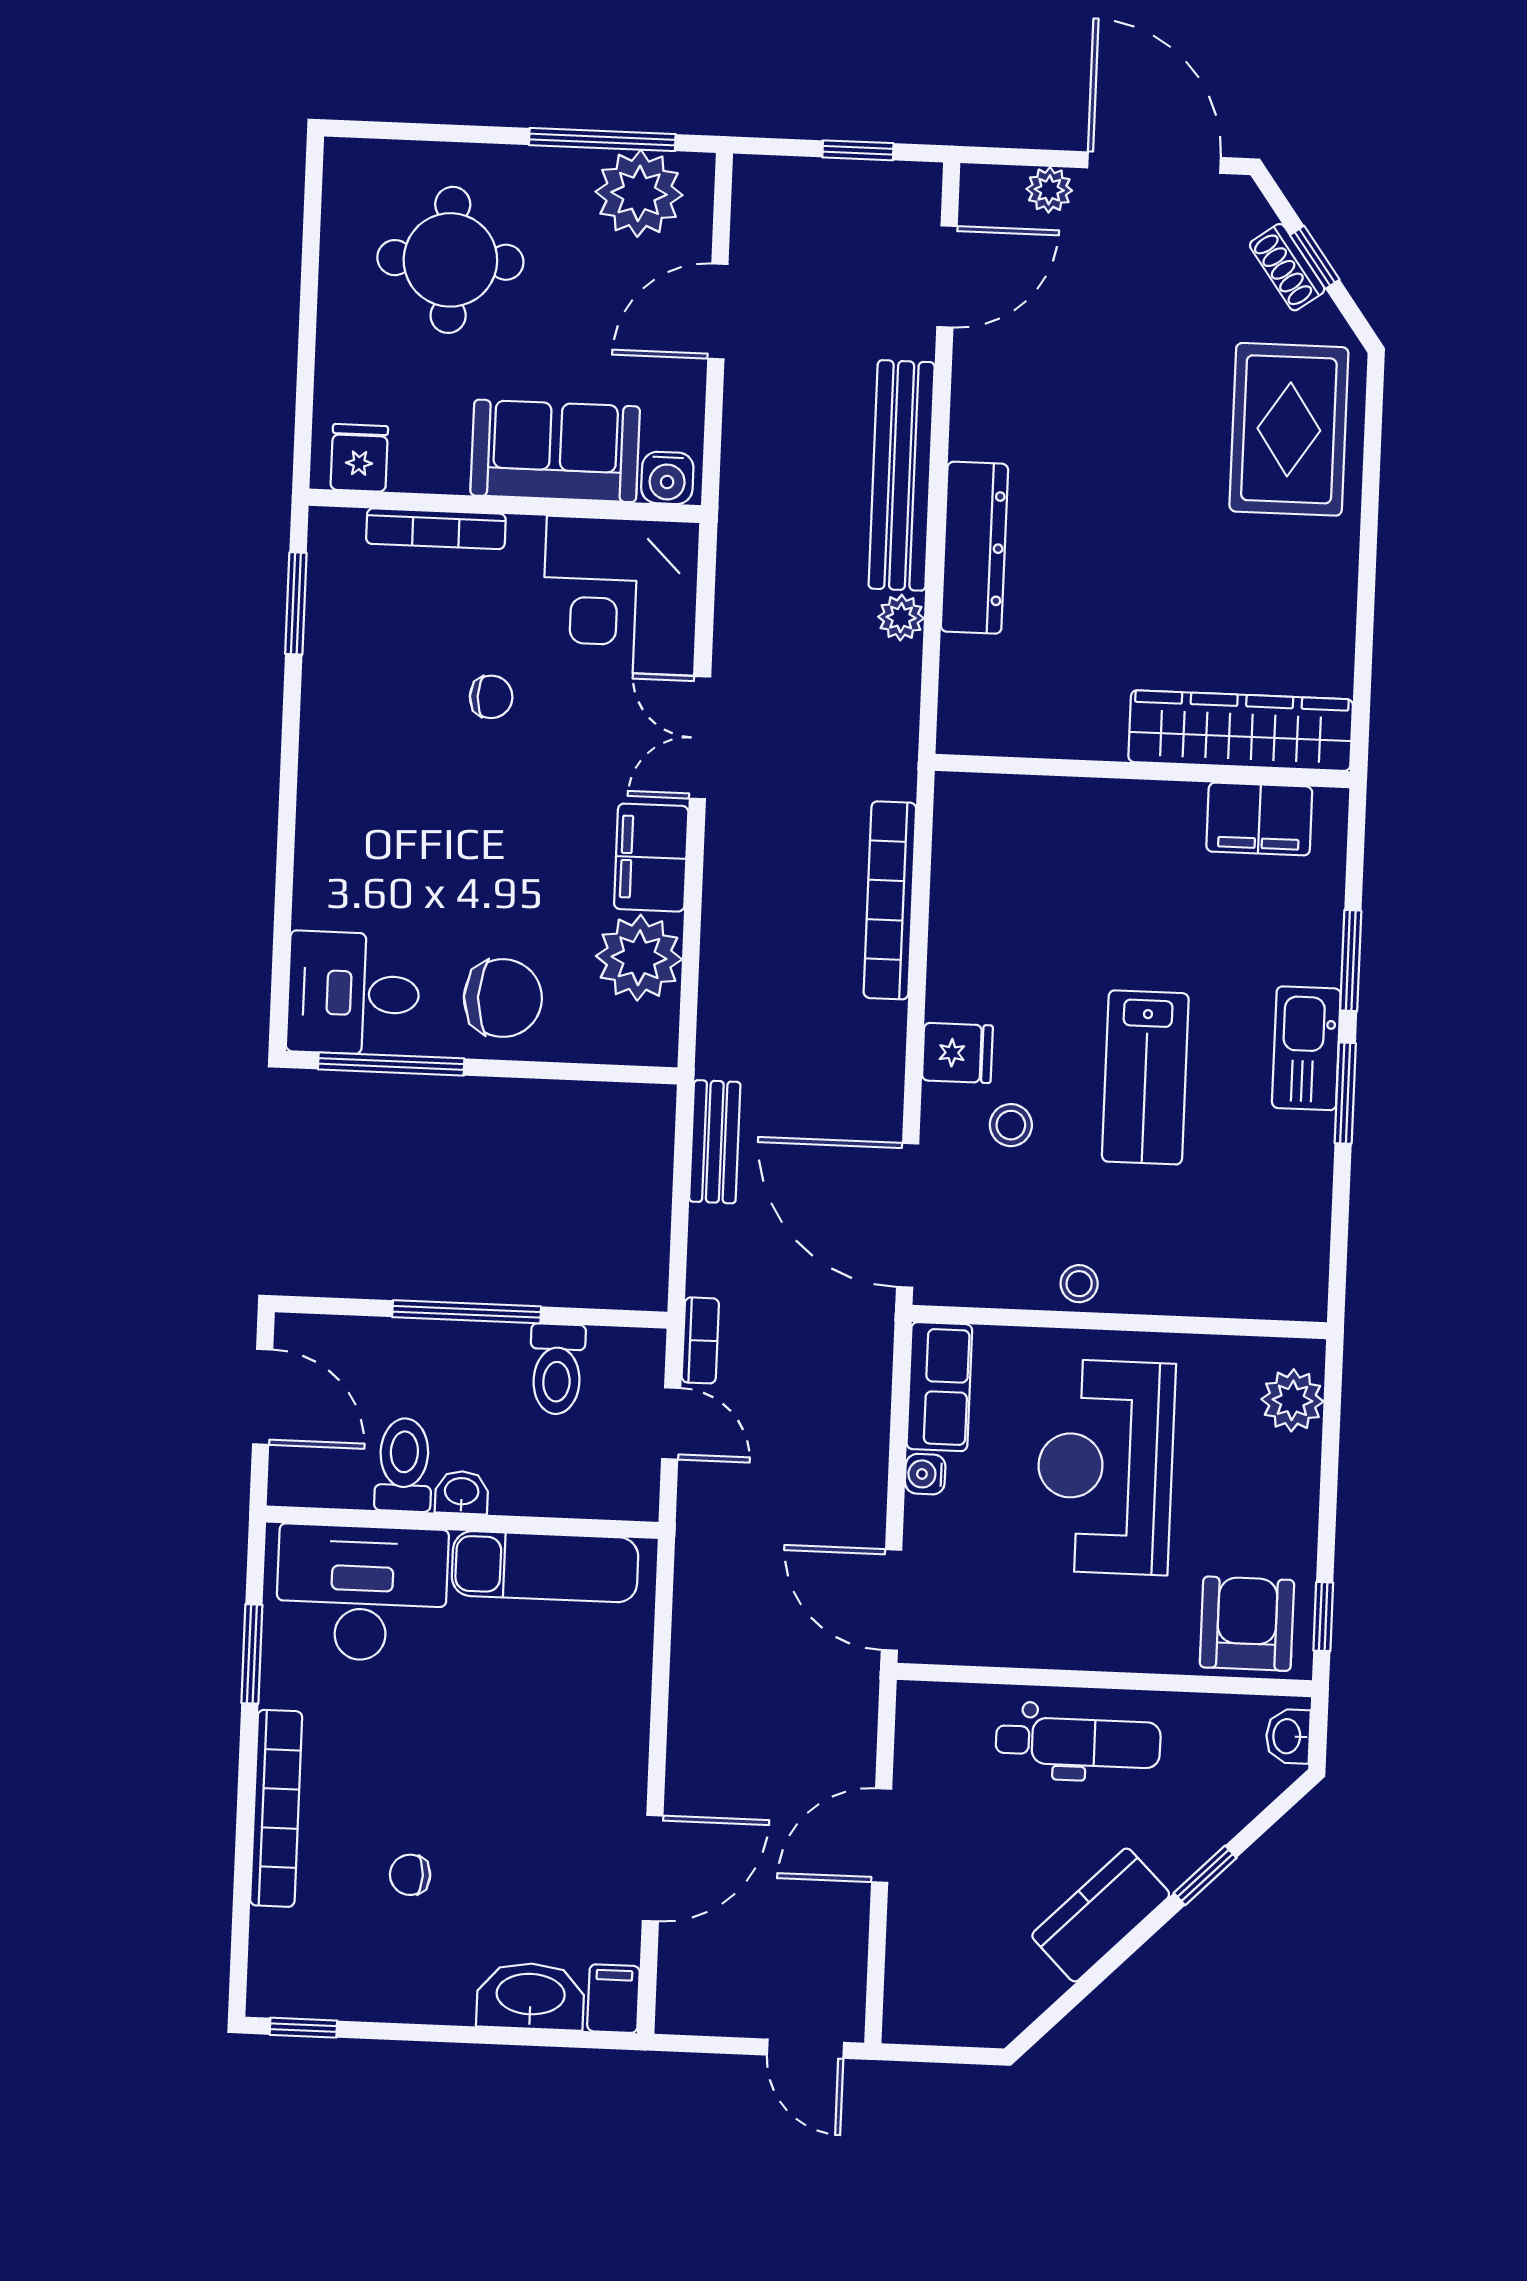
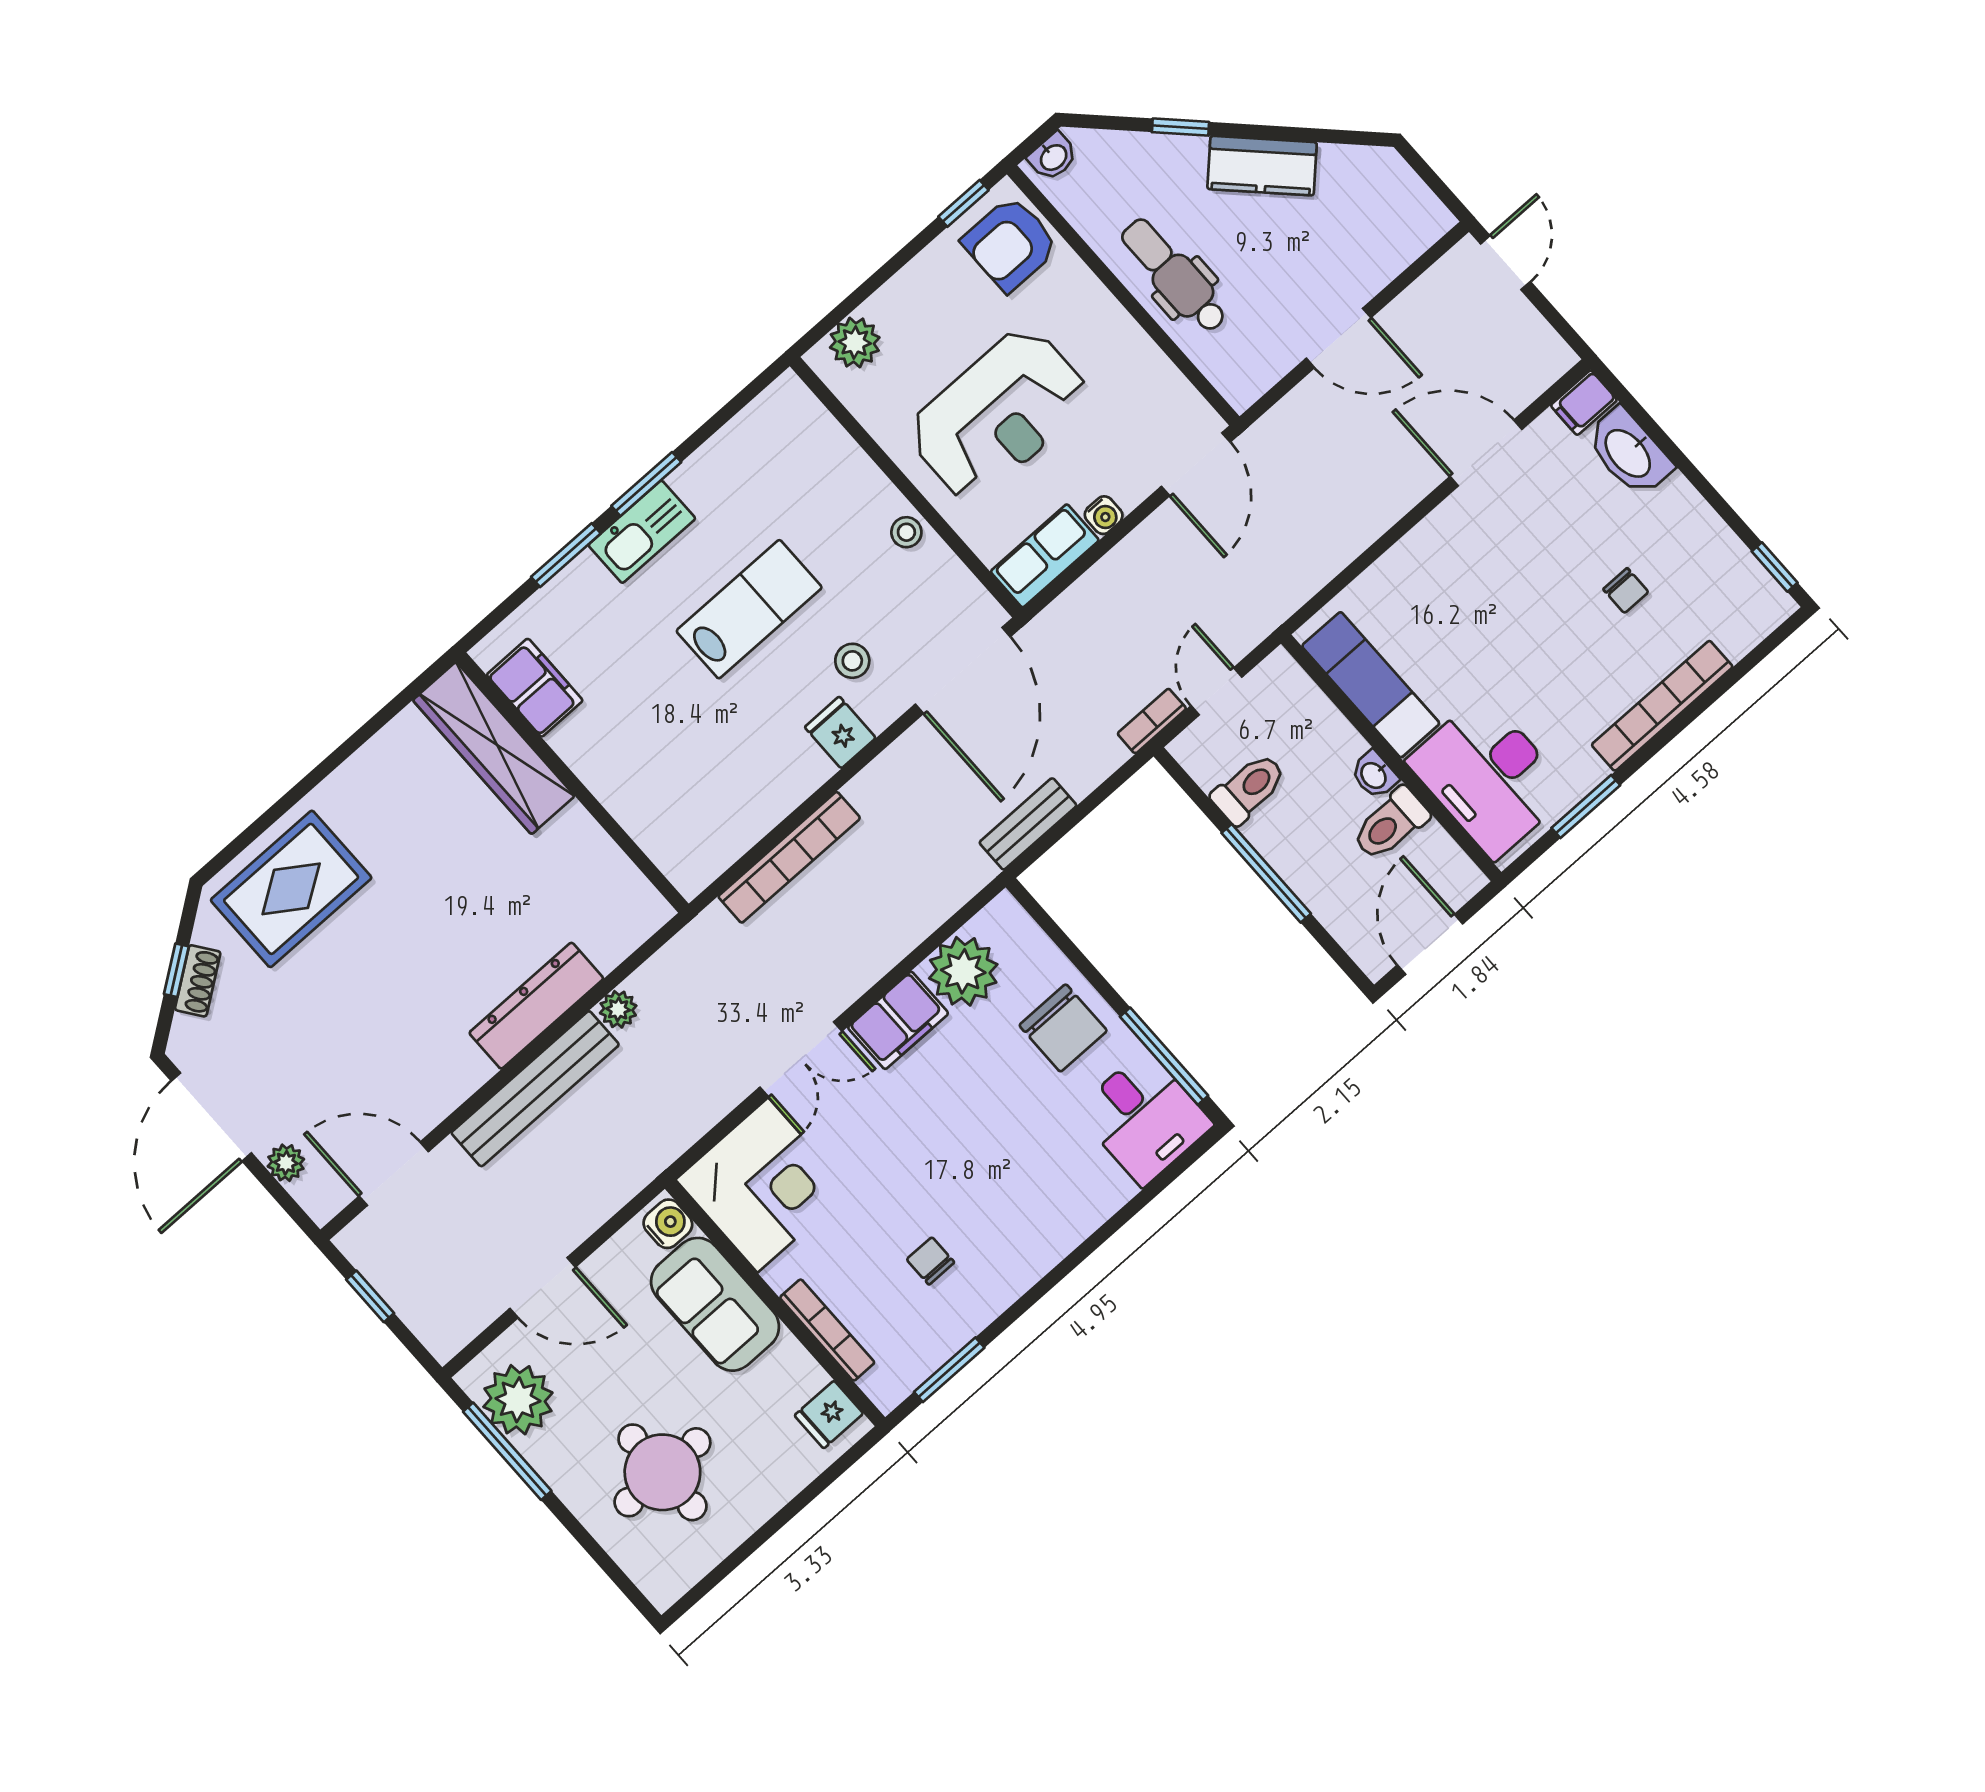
chair: (491, 697) -> (930, 1261), moved
chair: (503, 998) -> (1063, 1028), turned 180

